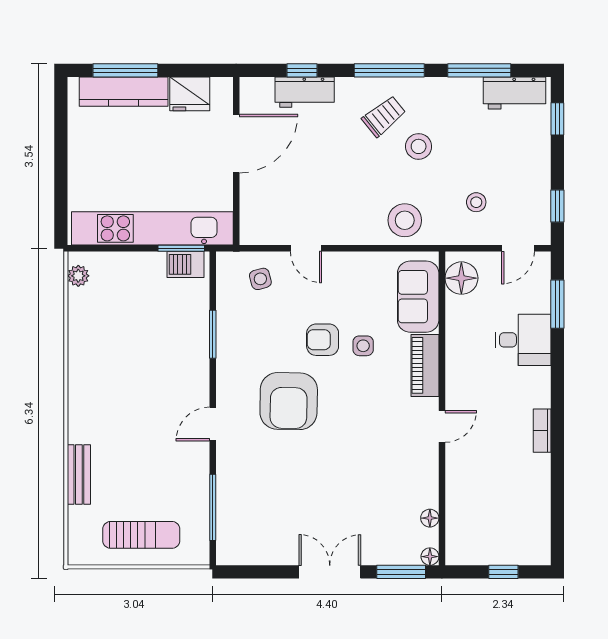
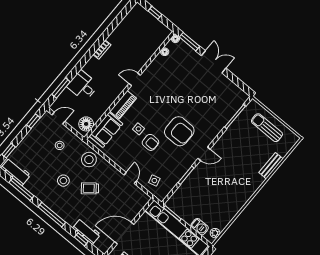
trolley: (384, 116) -> (90, 188), moved
barbecue: (186, 264) -> (200, 227), moved
armchair: (289, 401) -> (179, 131), turned 89
door: (213, 424) -> (204, 154), moved
double door: (330, 572) -> (214, 62), swing flipped

